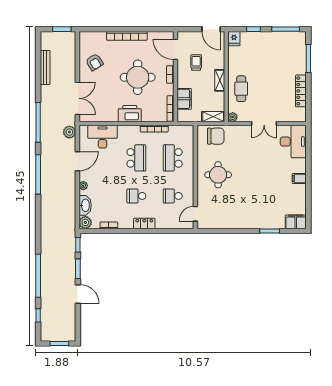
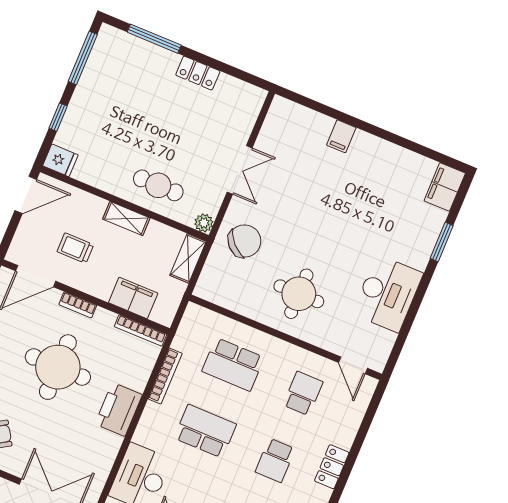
locker: (301, 91) -> (198, 73), width x0.66
chair: (216, 136) -> (244, 241), moved, turned 46
desk: (293, 142) -> (388, 294), moved, turned 90
filing cabinet: (299, 179) -> (341, 136), moved
school desk: (173, 196) -> (303, 393), turned 180

